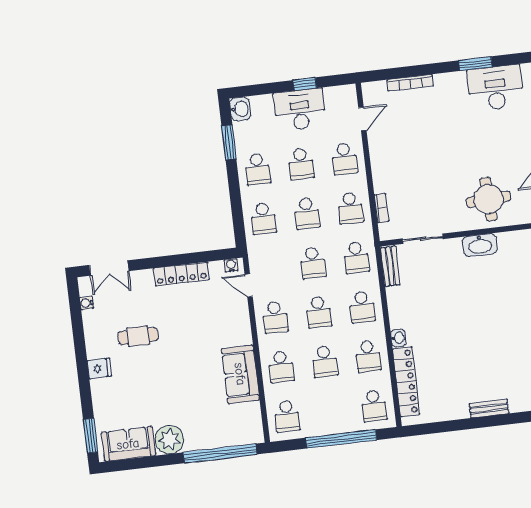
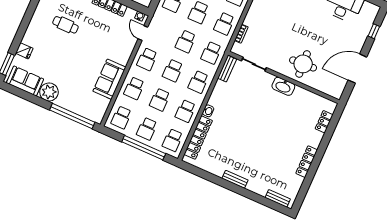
fridge: (99, 368) -> (24, 51), moved
school desk: (330, 411) -> (147, 129), added

